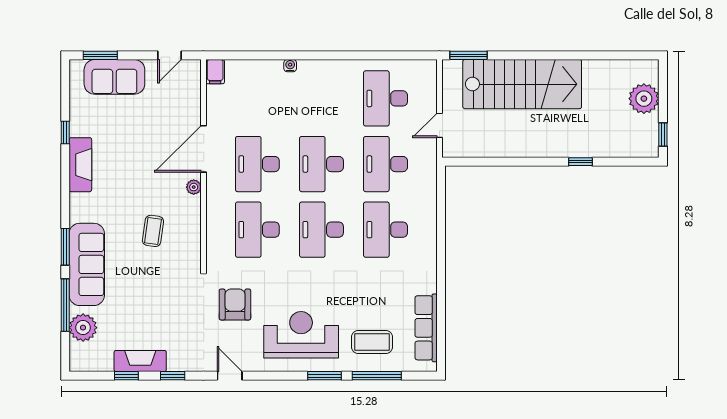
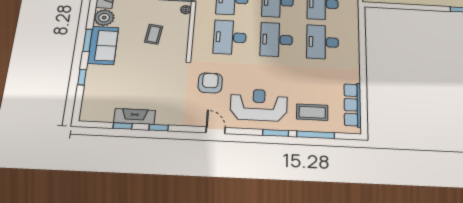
sofa: (87, 264) -> (103, 45), width x0.73
window: (65, 305) -> (82, 77), width x0.46
plant: (83, 328) -> (104, 18), moved
door: (230, 376) -> (216, 130), moved

